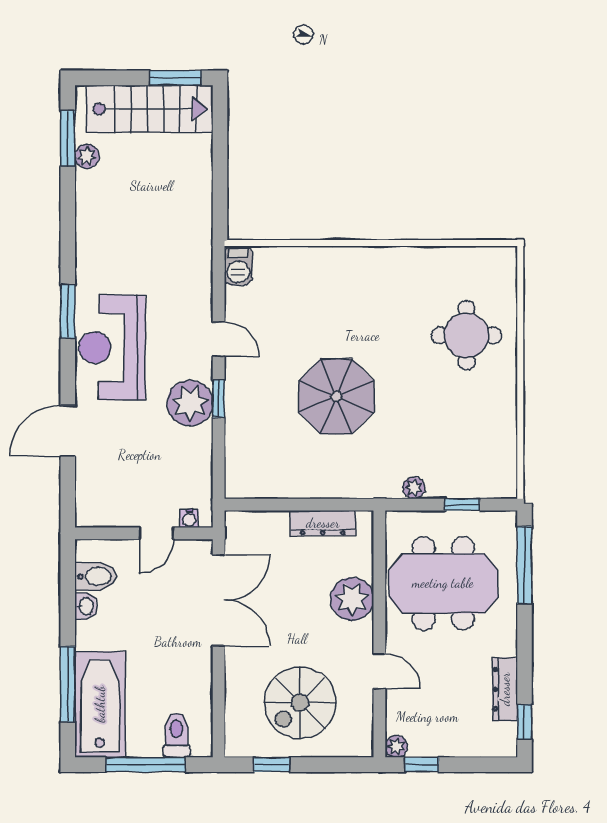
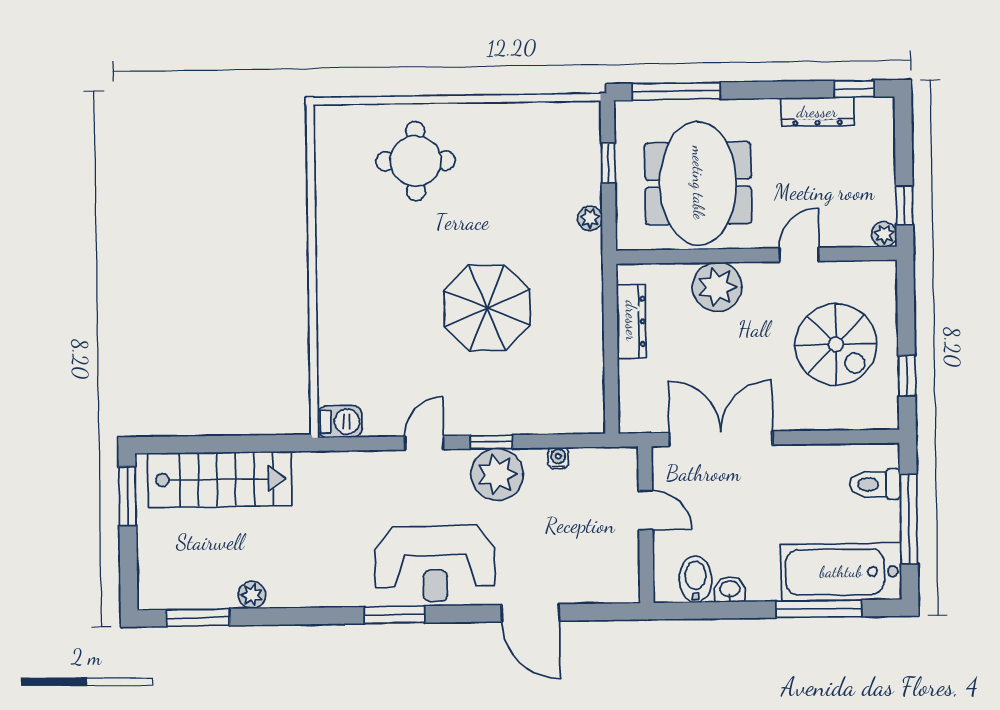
stairs: (150, 109) -> (220, 479), moved, turned 90
plant: (87, 156) -> (252, 595), moved
water cooler: (189, 518) -> (558, 458), moved, turned -90

